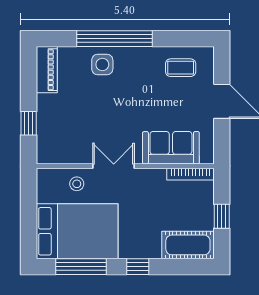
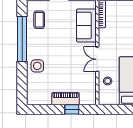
window: (115, 39) -> (22, 39), moved
piano: (47, 70) -> (66, 99), moved

